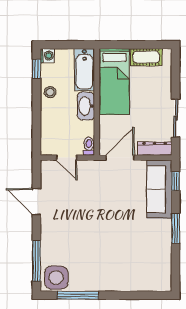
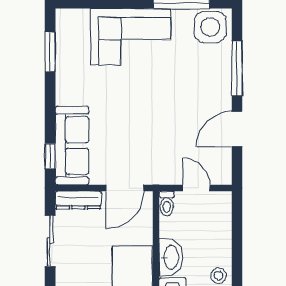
door: (36, 202) -> (237, 129), swing flipped
window: (176, 228) -> (50, 52), moved
window: (36, 261) -> (237, 68), moved
corner sofa: (116, 270) -> (131, 37), added

